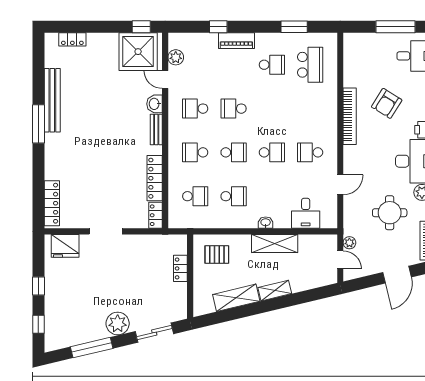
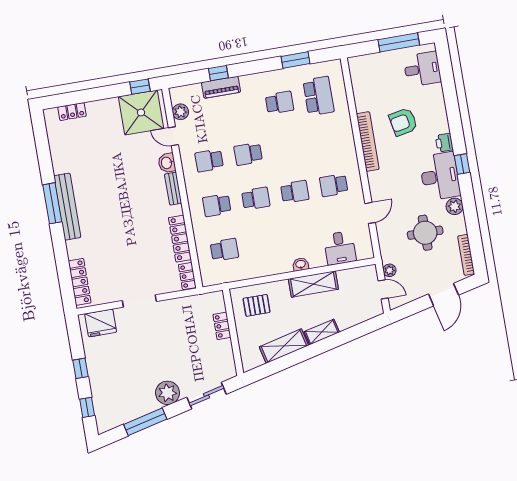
piano: (236, 41) -> (221, 87), moved
bench: (52, 100) -> (67, 207), moved
armchair: (387, 103) -> (403, 122), turned 47
school desk: (234, 196) -> (263, 243), removed

